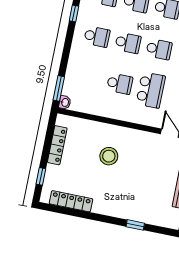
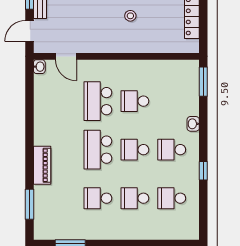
school desk: (159, 49) -> (98, 150), width x1.85
washbasin: (65, 102) -> (193, 124), moved
stool: (109, 156) -> (130, 16), width x0.53, depth x0.53

